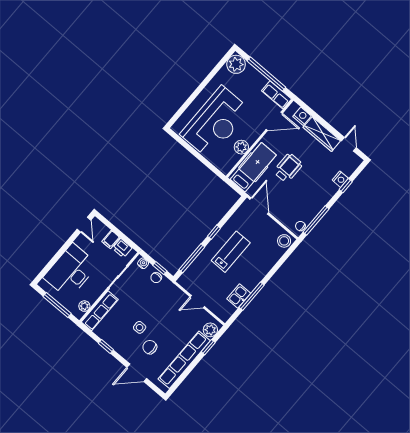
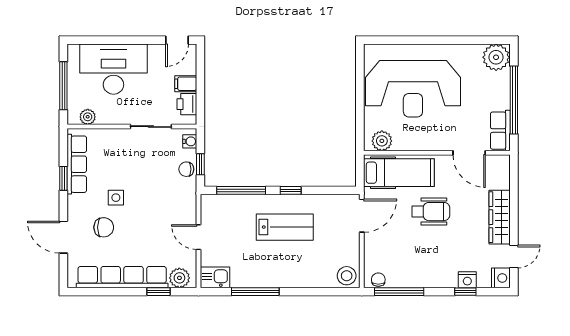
nightstand: (302, 116) -> (501, 278), moved
plant: (241, 147) -> (382, 141), moved
kitchen sink: (239, 296) -> (215, 277), moved
row of seats: (100, 311) -> (77, 164), moved, turned -90
chair: (150, 347) -> (104, 227), turned 90

